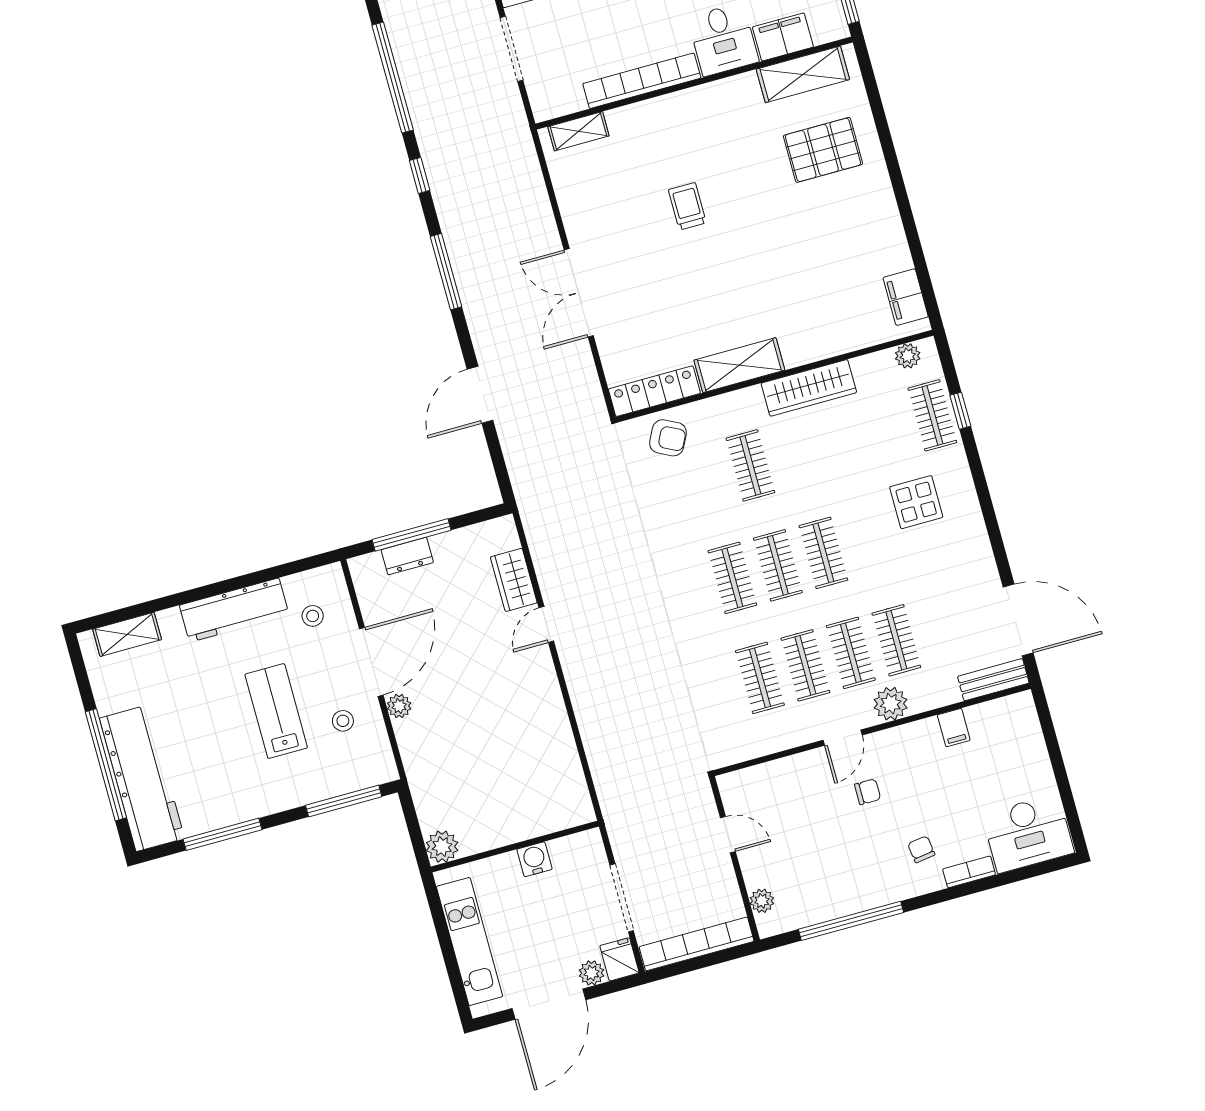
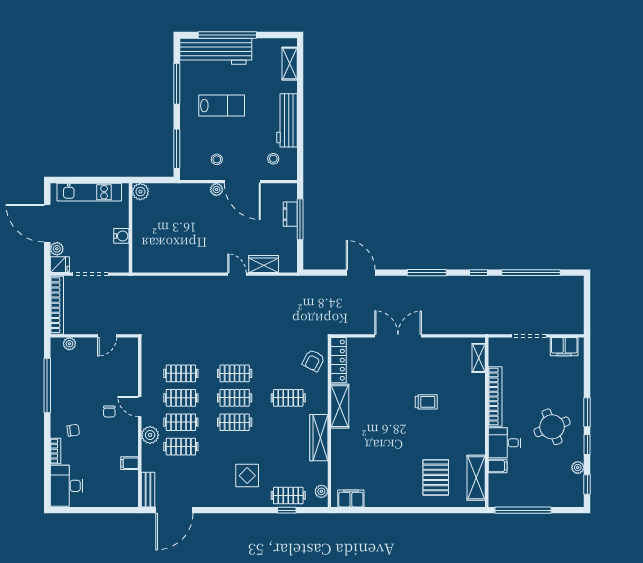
filing cabinet: (783, 37) -> (498, 466), width x0.50
lab bench: (276, 711) -> (222, 106), moved

